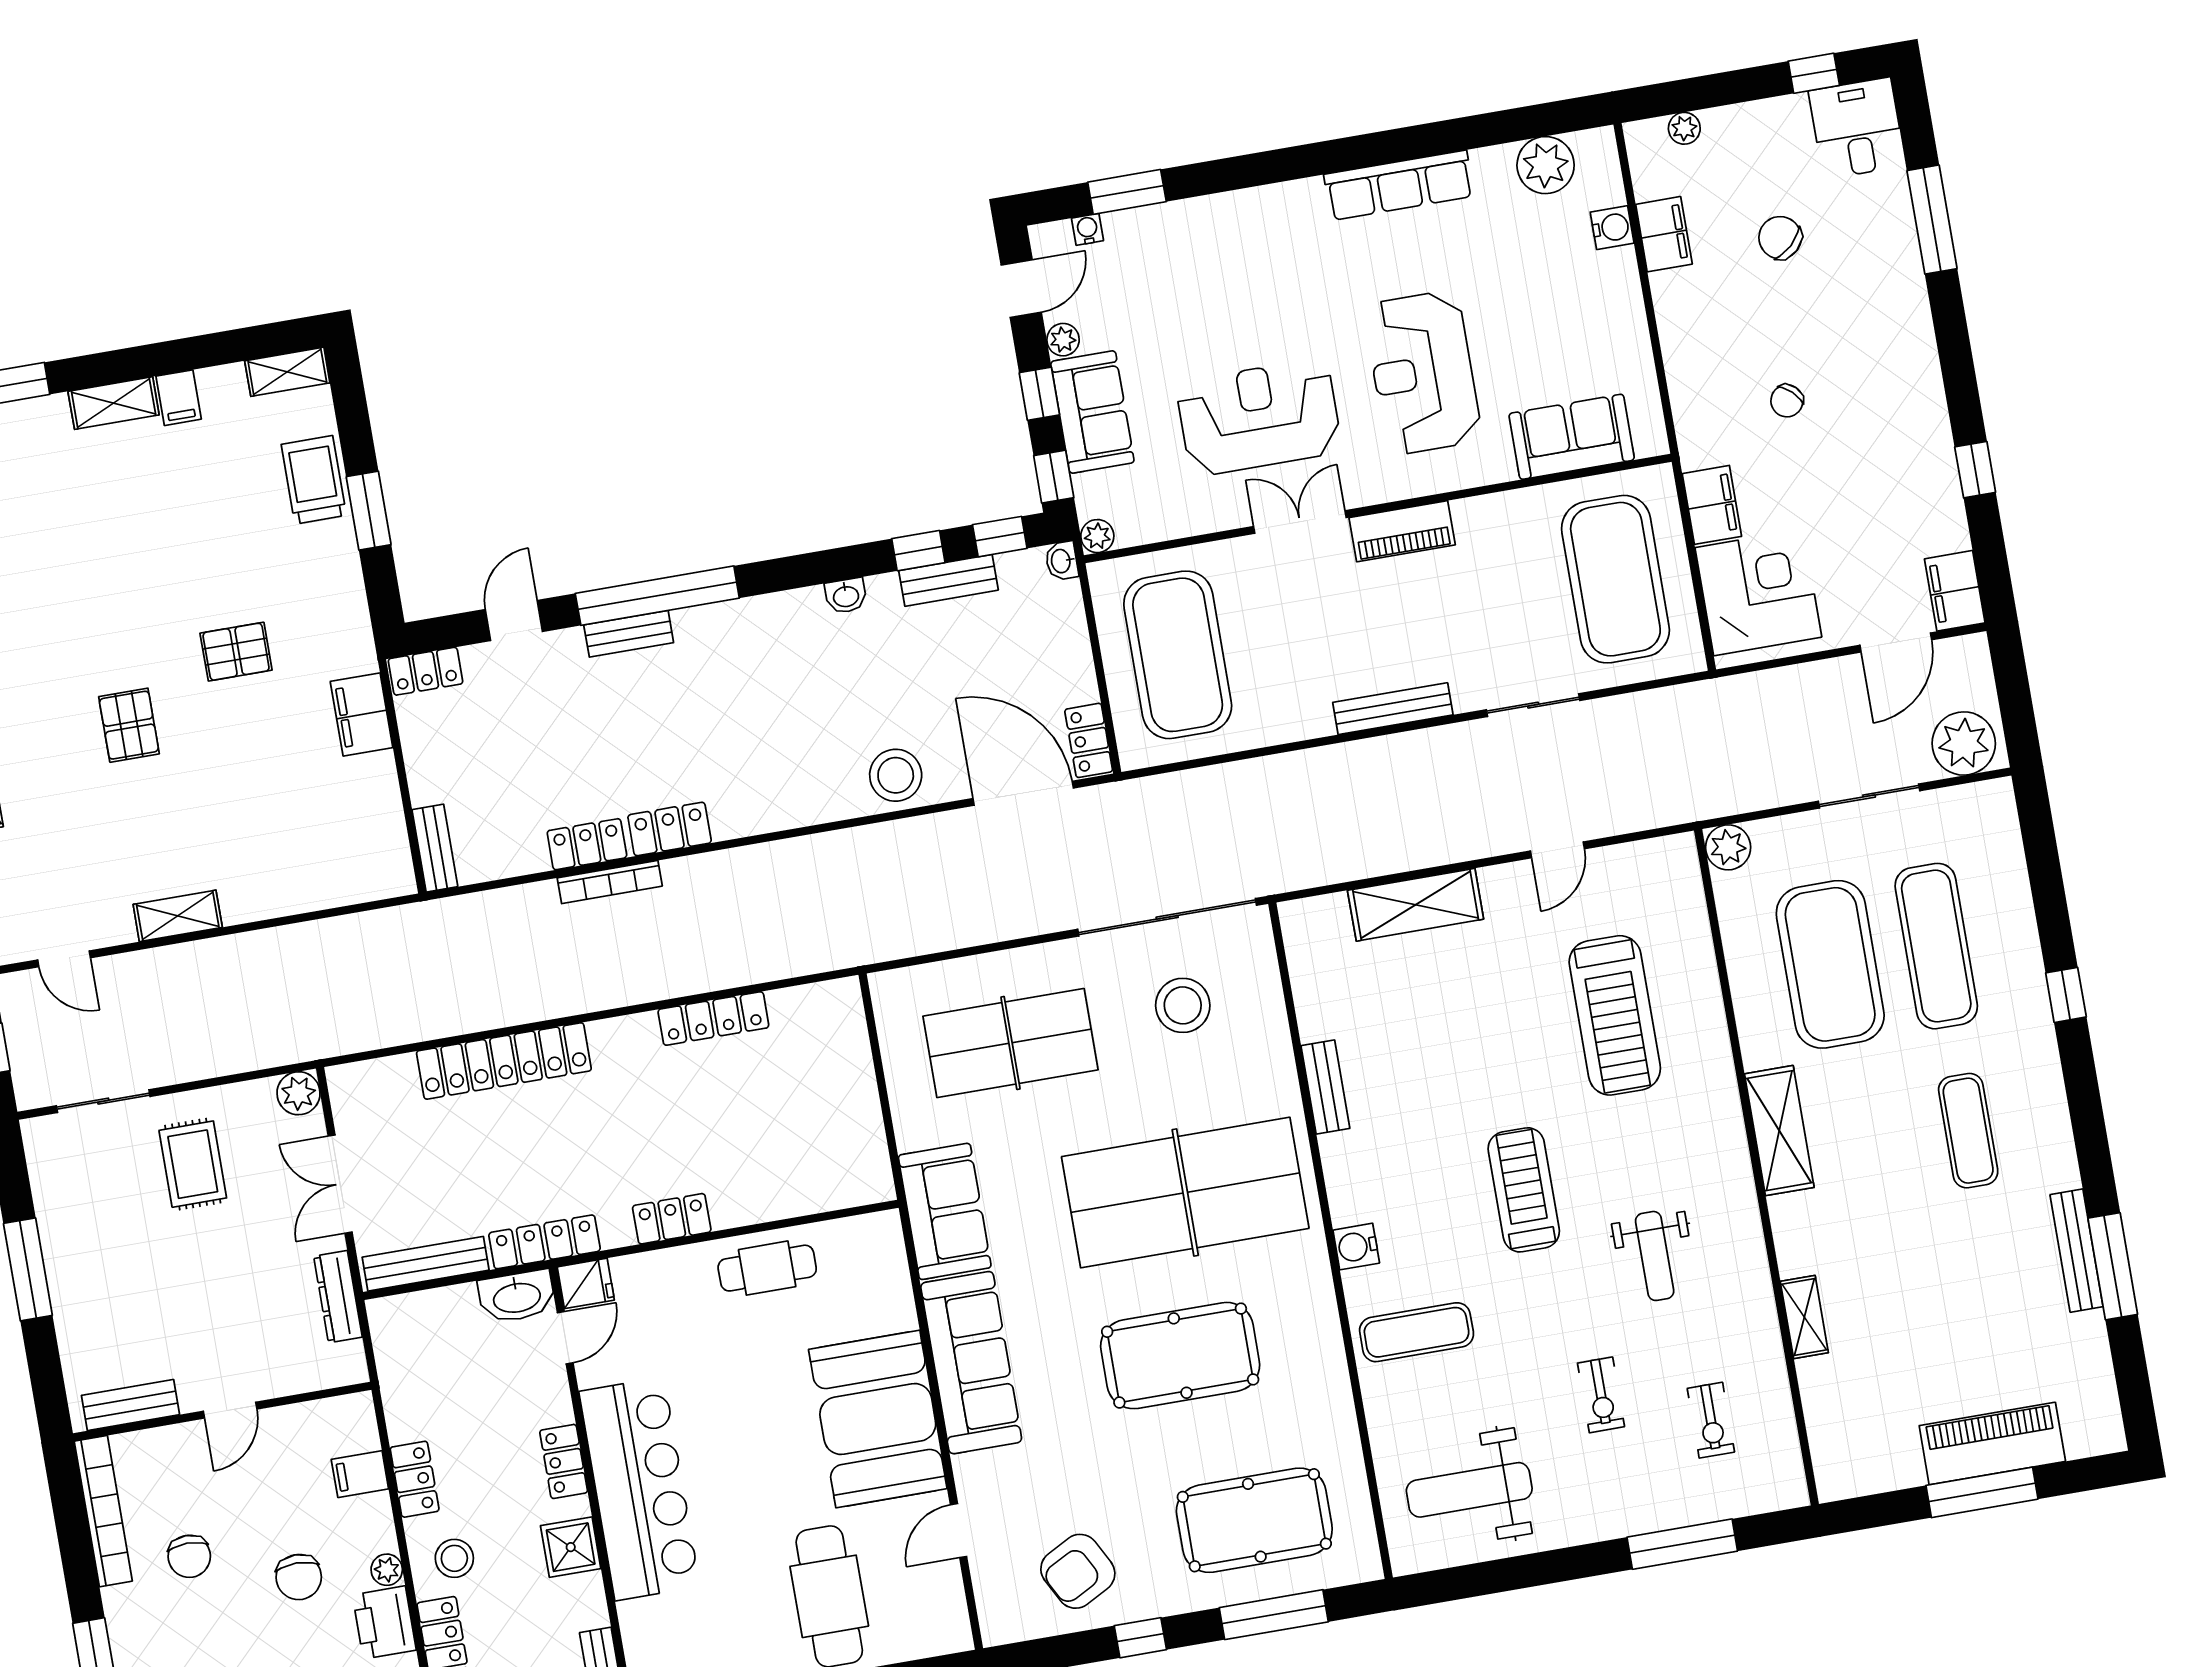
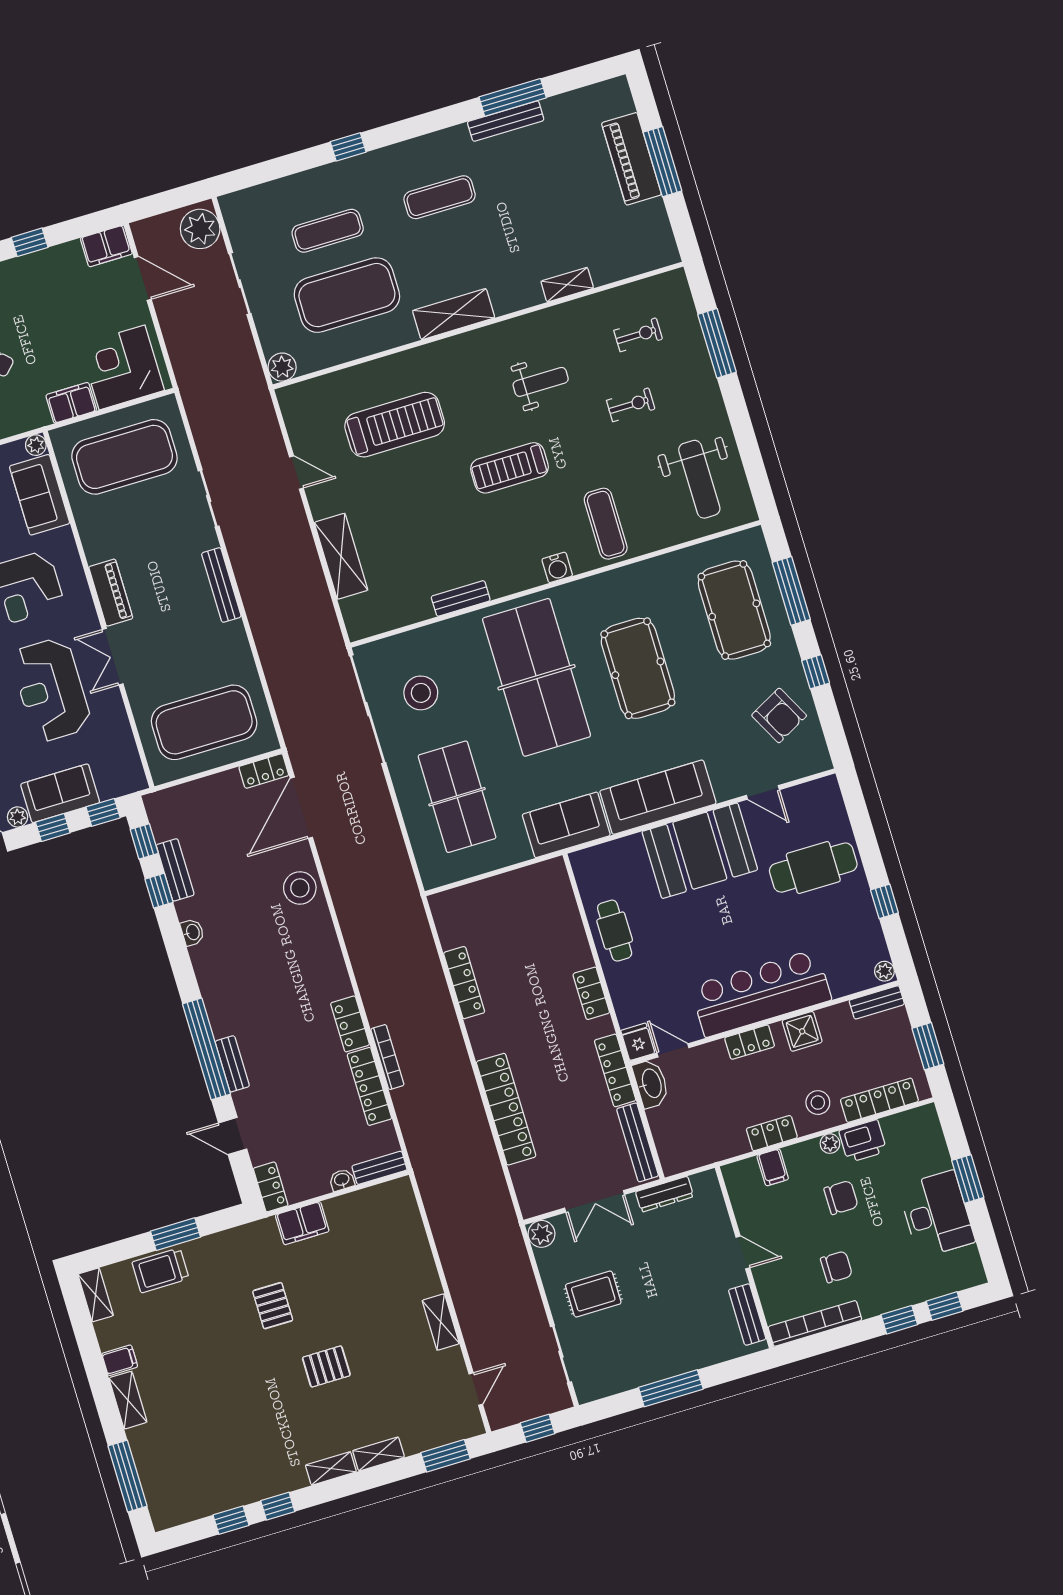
plant: (1097, 536) -> (36, 445), moved
washbasin: (1062, 561) -> (342, 1180), moved, turned 180
locker: (587, 844) -> (369, 1086), width x1.53
exercise mat: (1936, 946) -> (328, 231), width x0.73, depth x0.69

